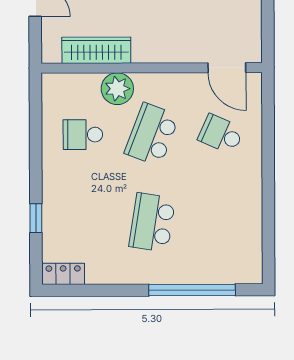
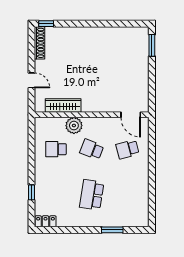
school desk: (152, 134) -> (92, 149), width x0.54
school desk: (221, 134) -> (127, 149), turned -39
window: (192, 290) -> (112, 230), width x0.47

